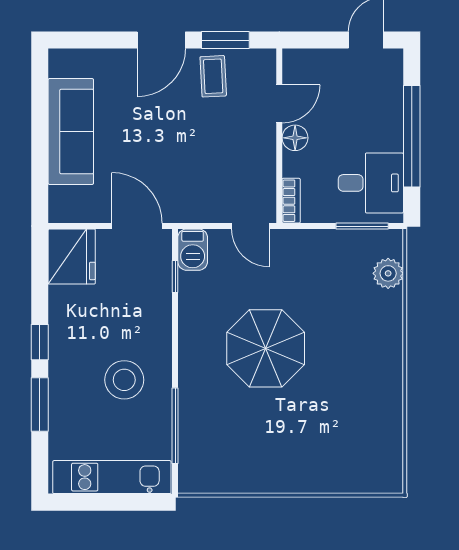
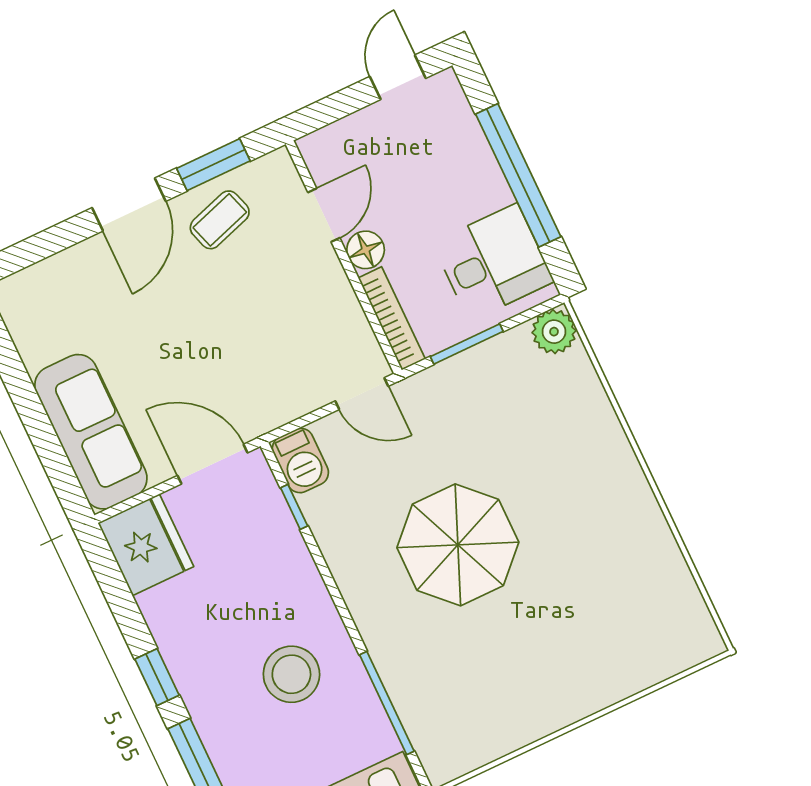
coffee table: (213, 76) -> (220, 220), turned 75
sofa: (71, 132) -> (91, 432), moved
bookcase: (291, 201) -> (392, 318), width x1.56
window: (362, 226) -> (467, 344), moved
plant: (388, 273) -> (554, 332), moved

